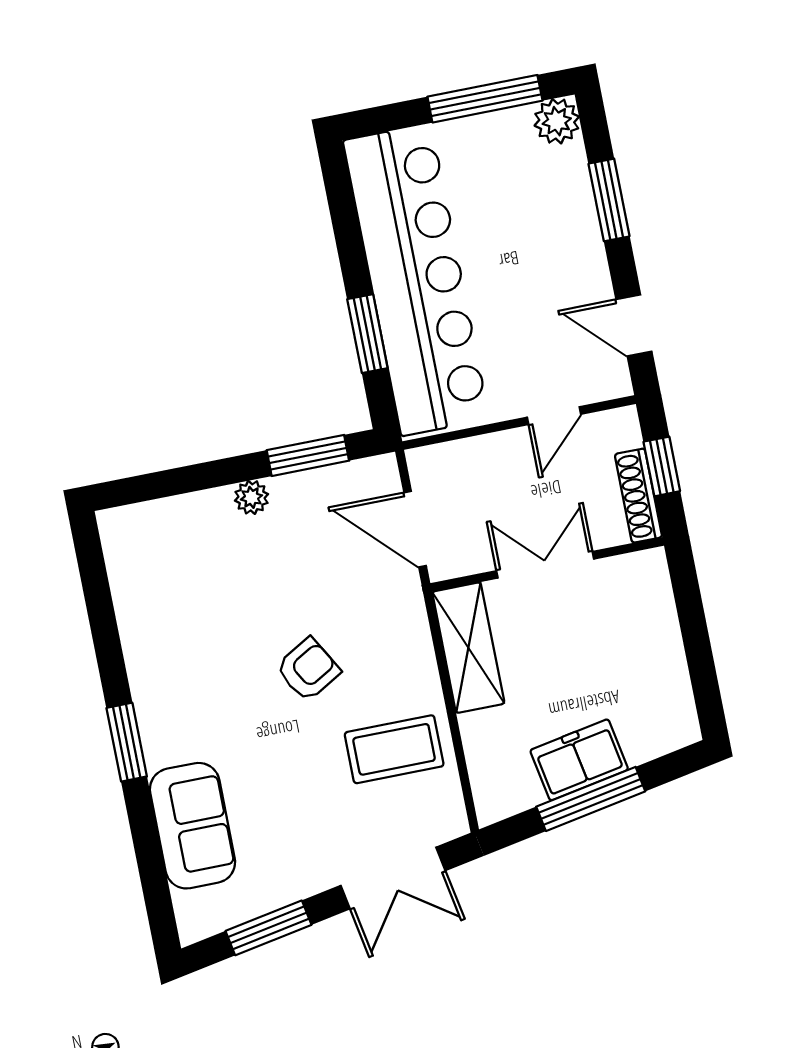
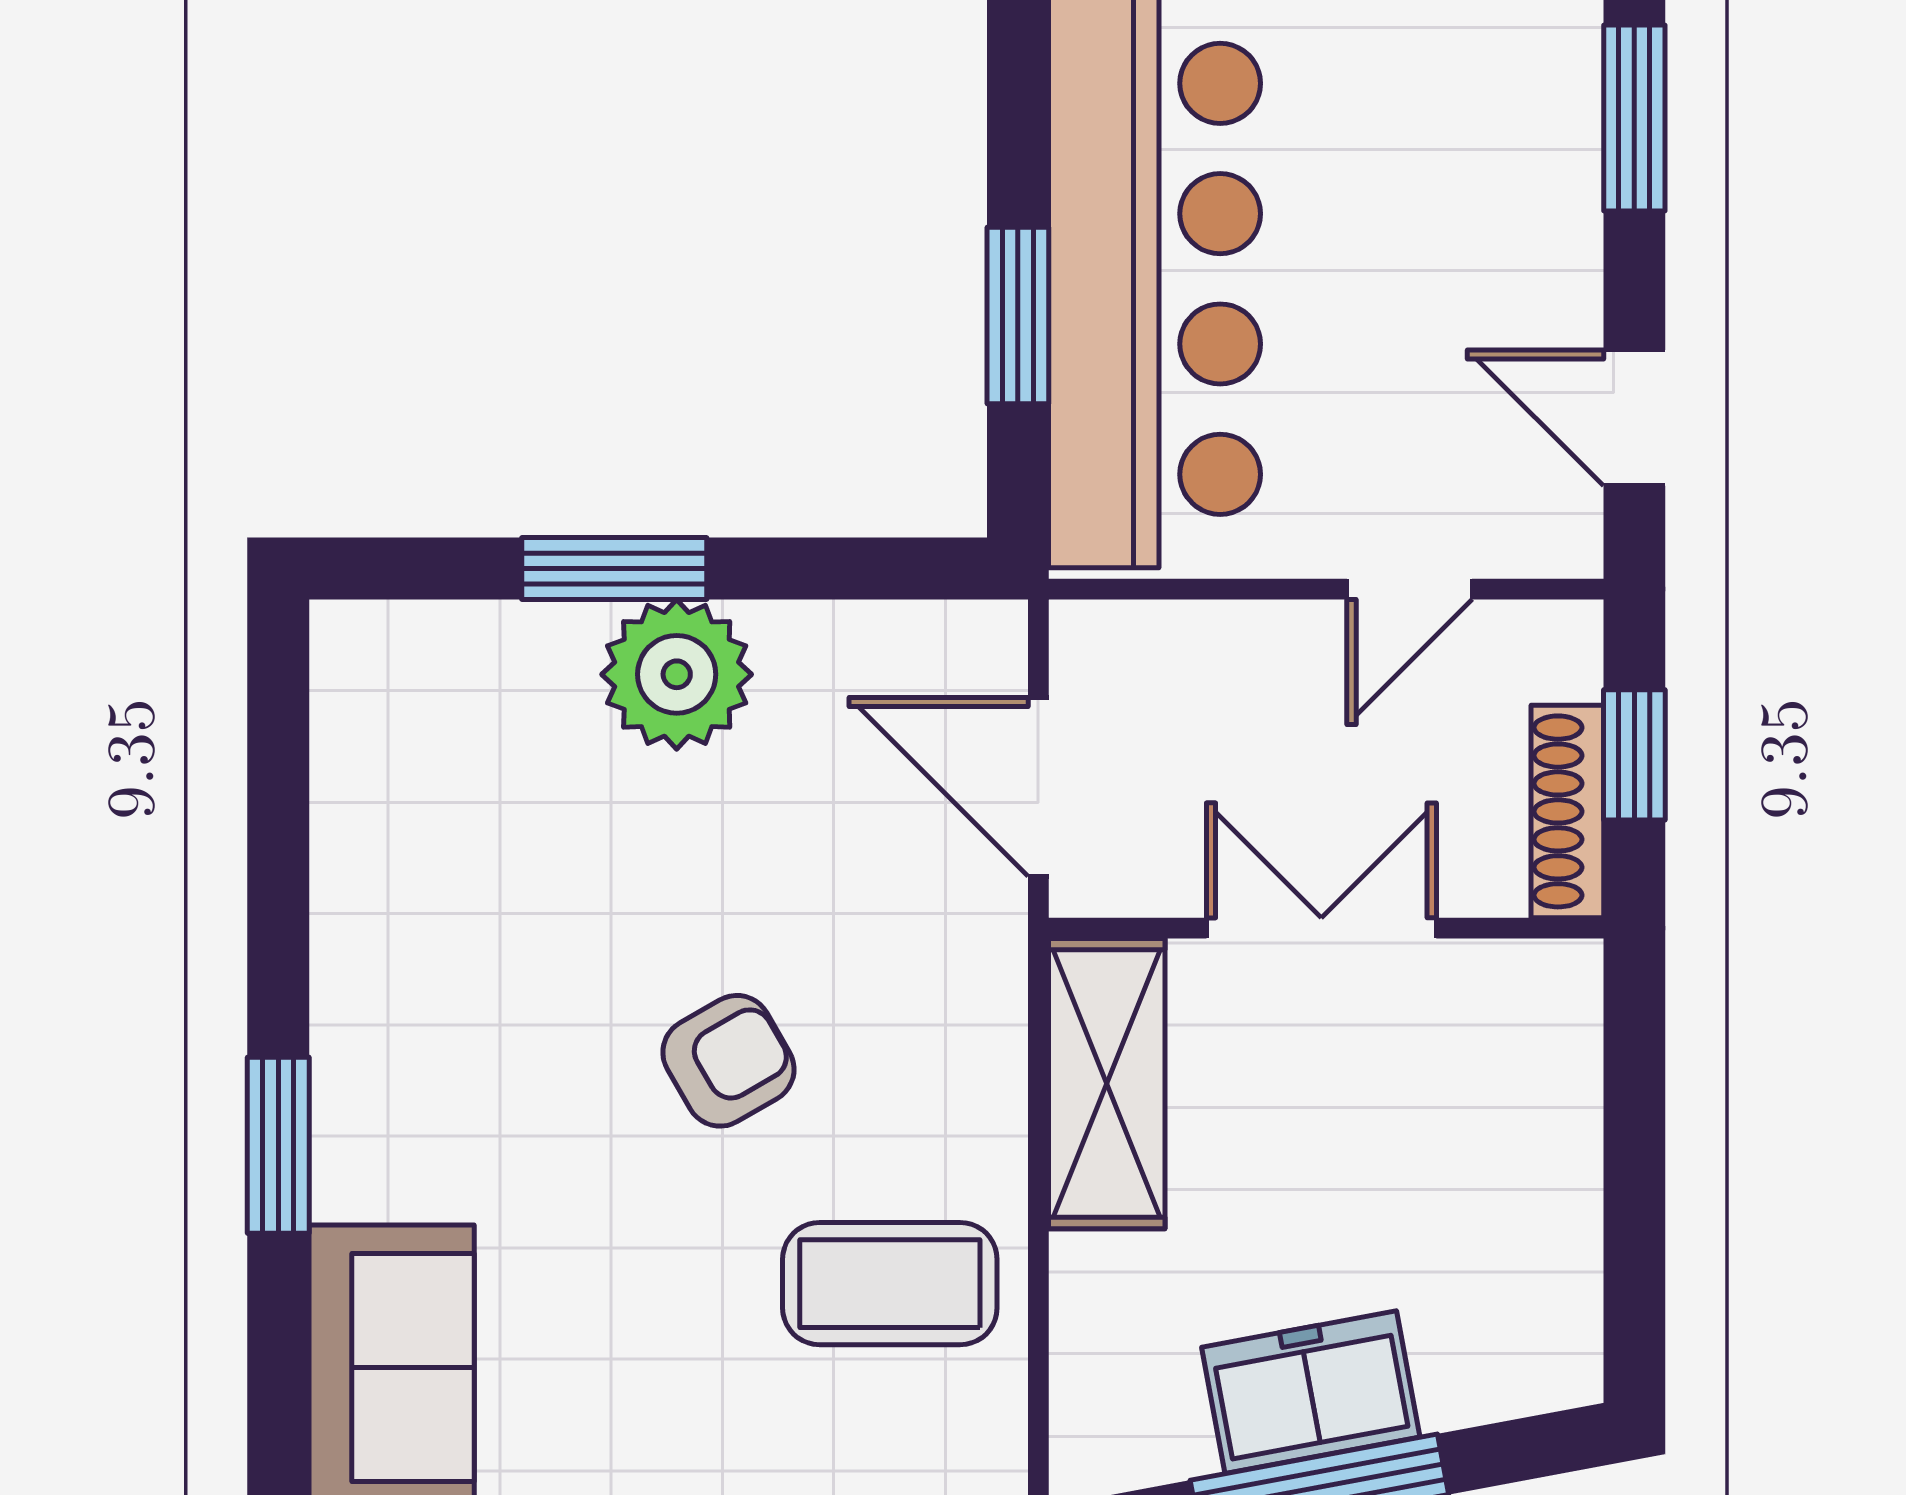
window: (308, 455) -> (614, 568), moved
plant: (251, 497) -> (677, 674), width x1.87, depth x1.87

